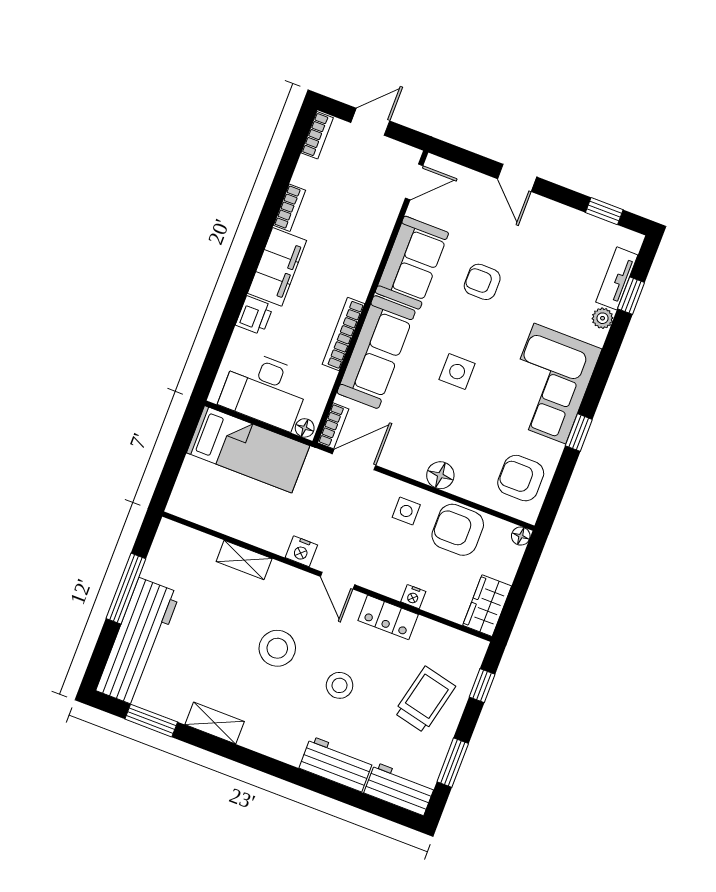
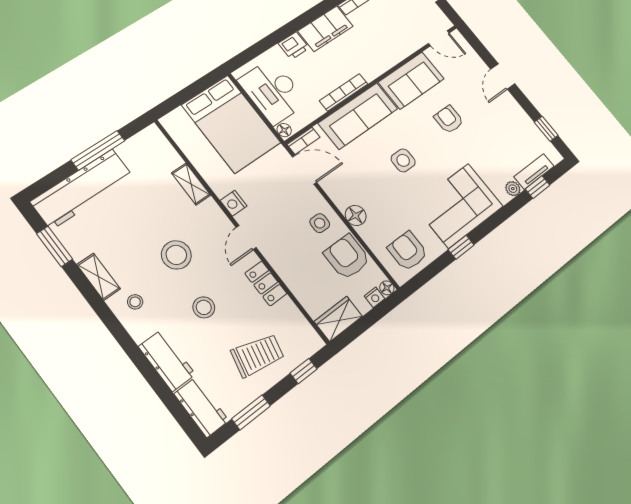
bed: (248, 449) -> (231, 124), width x1.50
nightstand: (413, 597) -> (375, 297), moved, turned -90
stool: (267, 725) -> (135, 302), added

